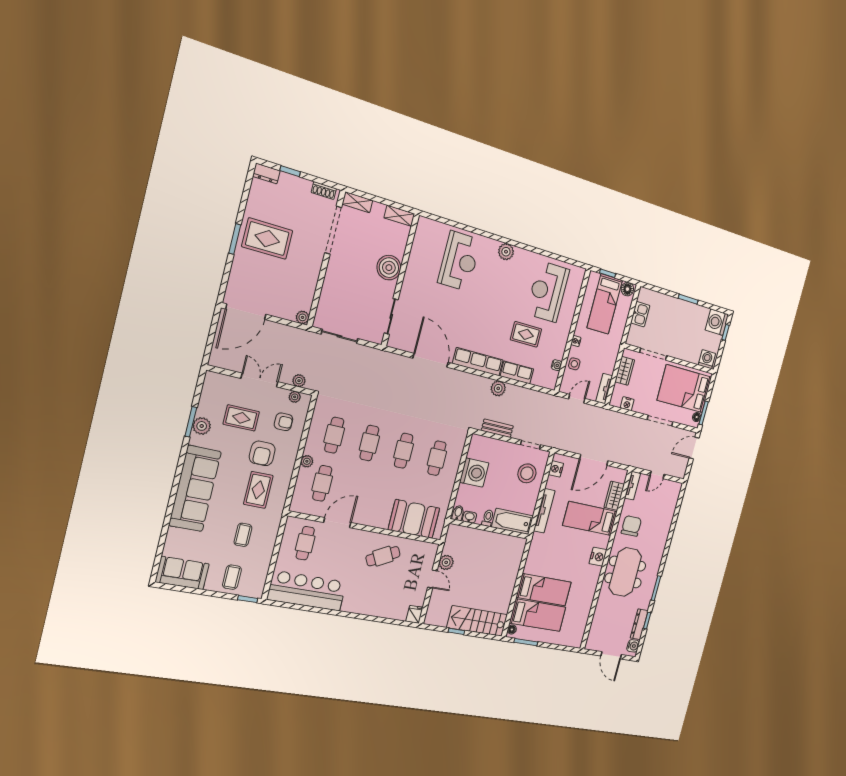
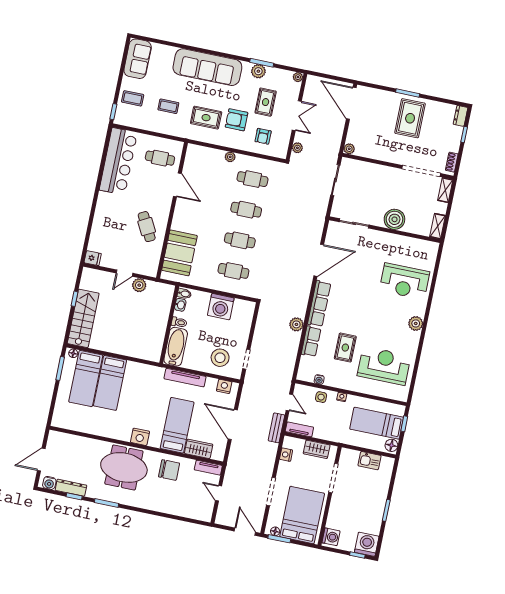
plant: (295, 397) -> (298, 77), moved
bench: (497, 428) -> (276, 428), moved
cafe table: (322, 483) -> (211, 171), removed

